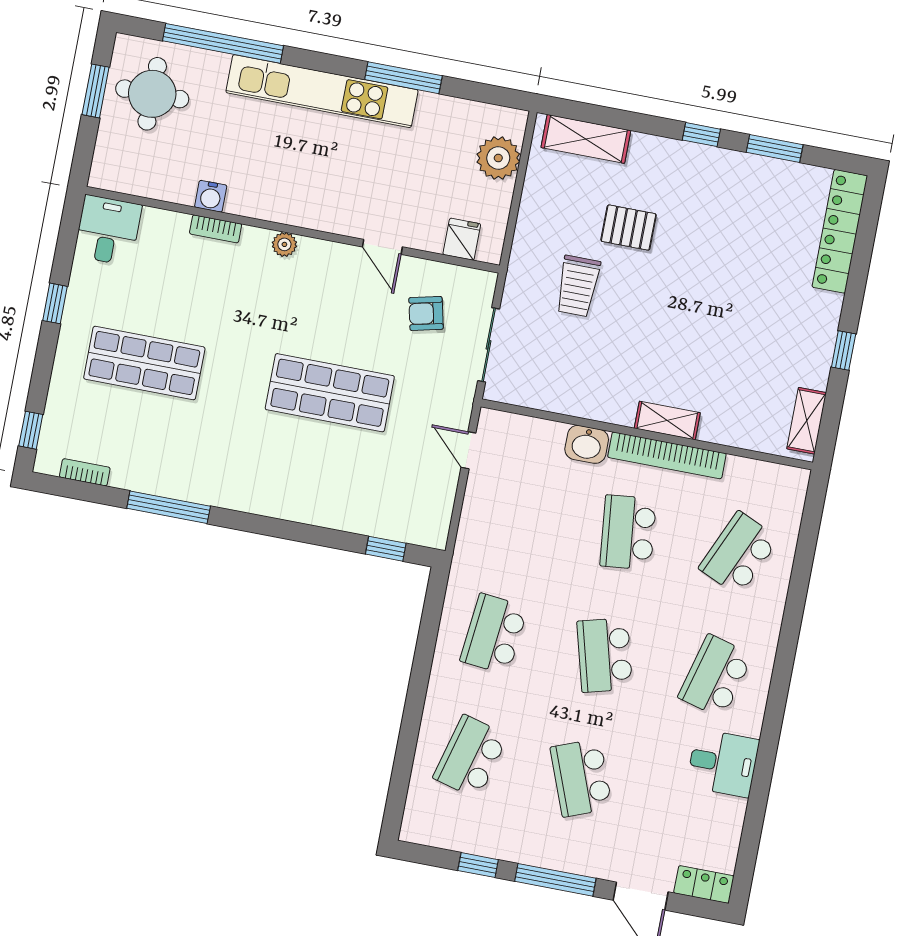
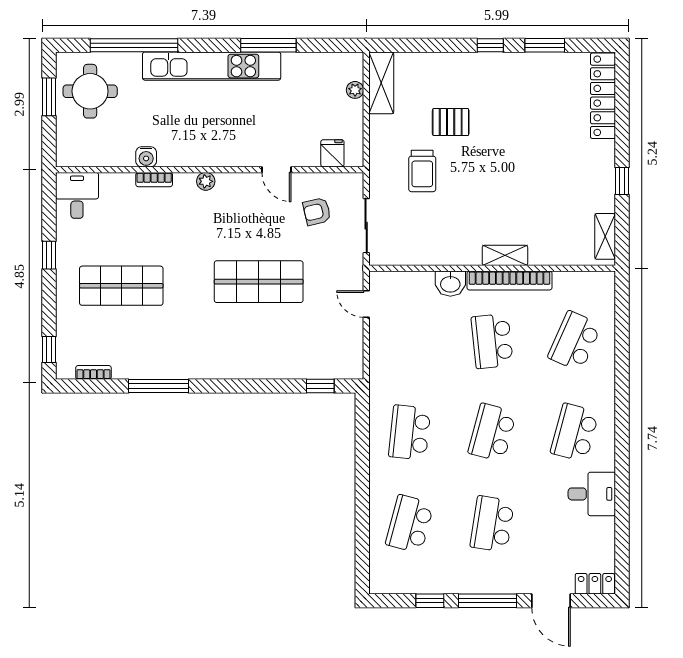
shelving: (586, 139) -> (381, 83), moved, turned 90
plant: (498, 158) -> (355, 90), width x0.53, depth x0.53
school desk: (605, 655) -> (492, 433), turned 30
school desk: (581, 778) -> (492, 524), turned 30

